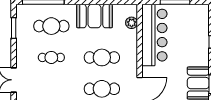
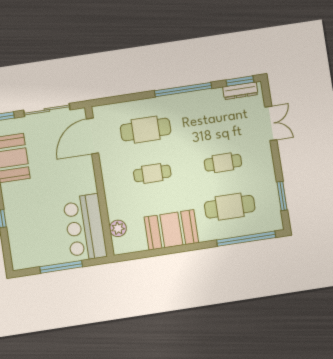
bar counter: (154, 35) -> (85, 228), width x0.73
cafe table: (102, 57) -> (152, 173), width x0.73, depth x0.74

